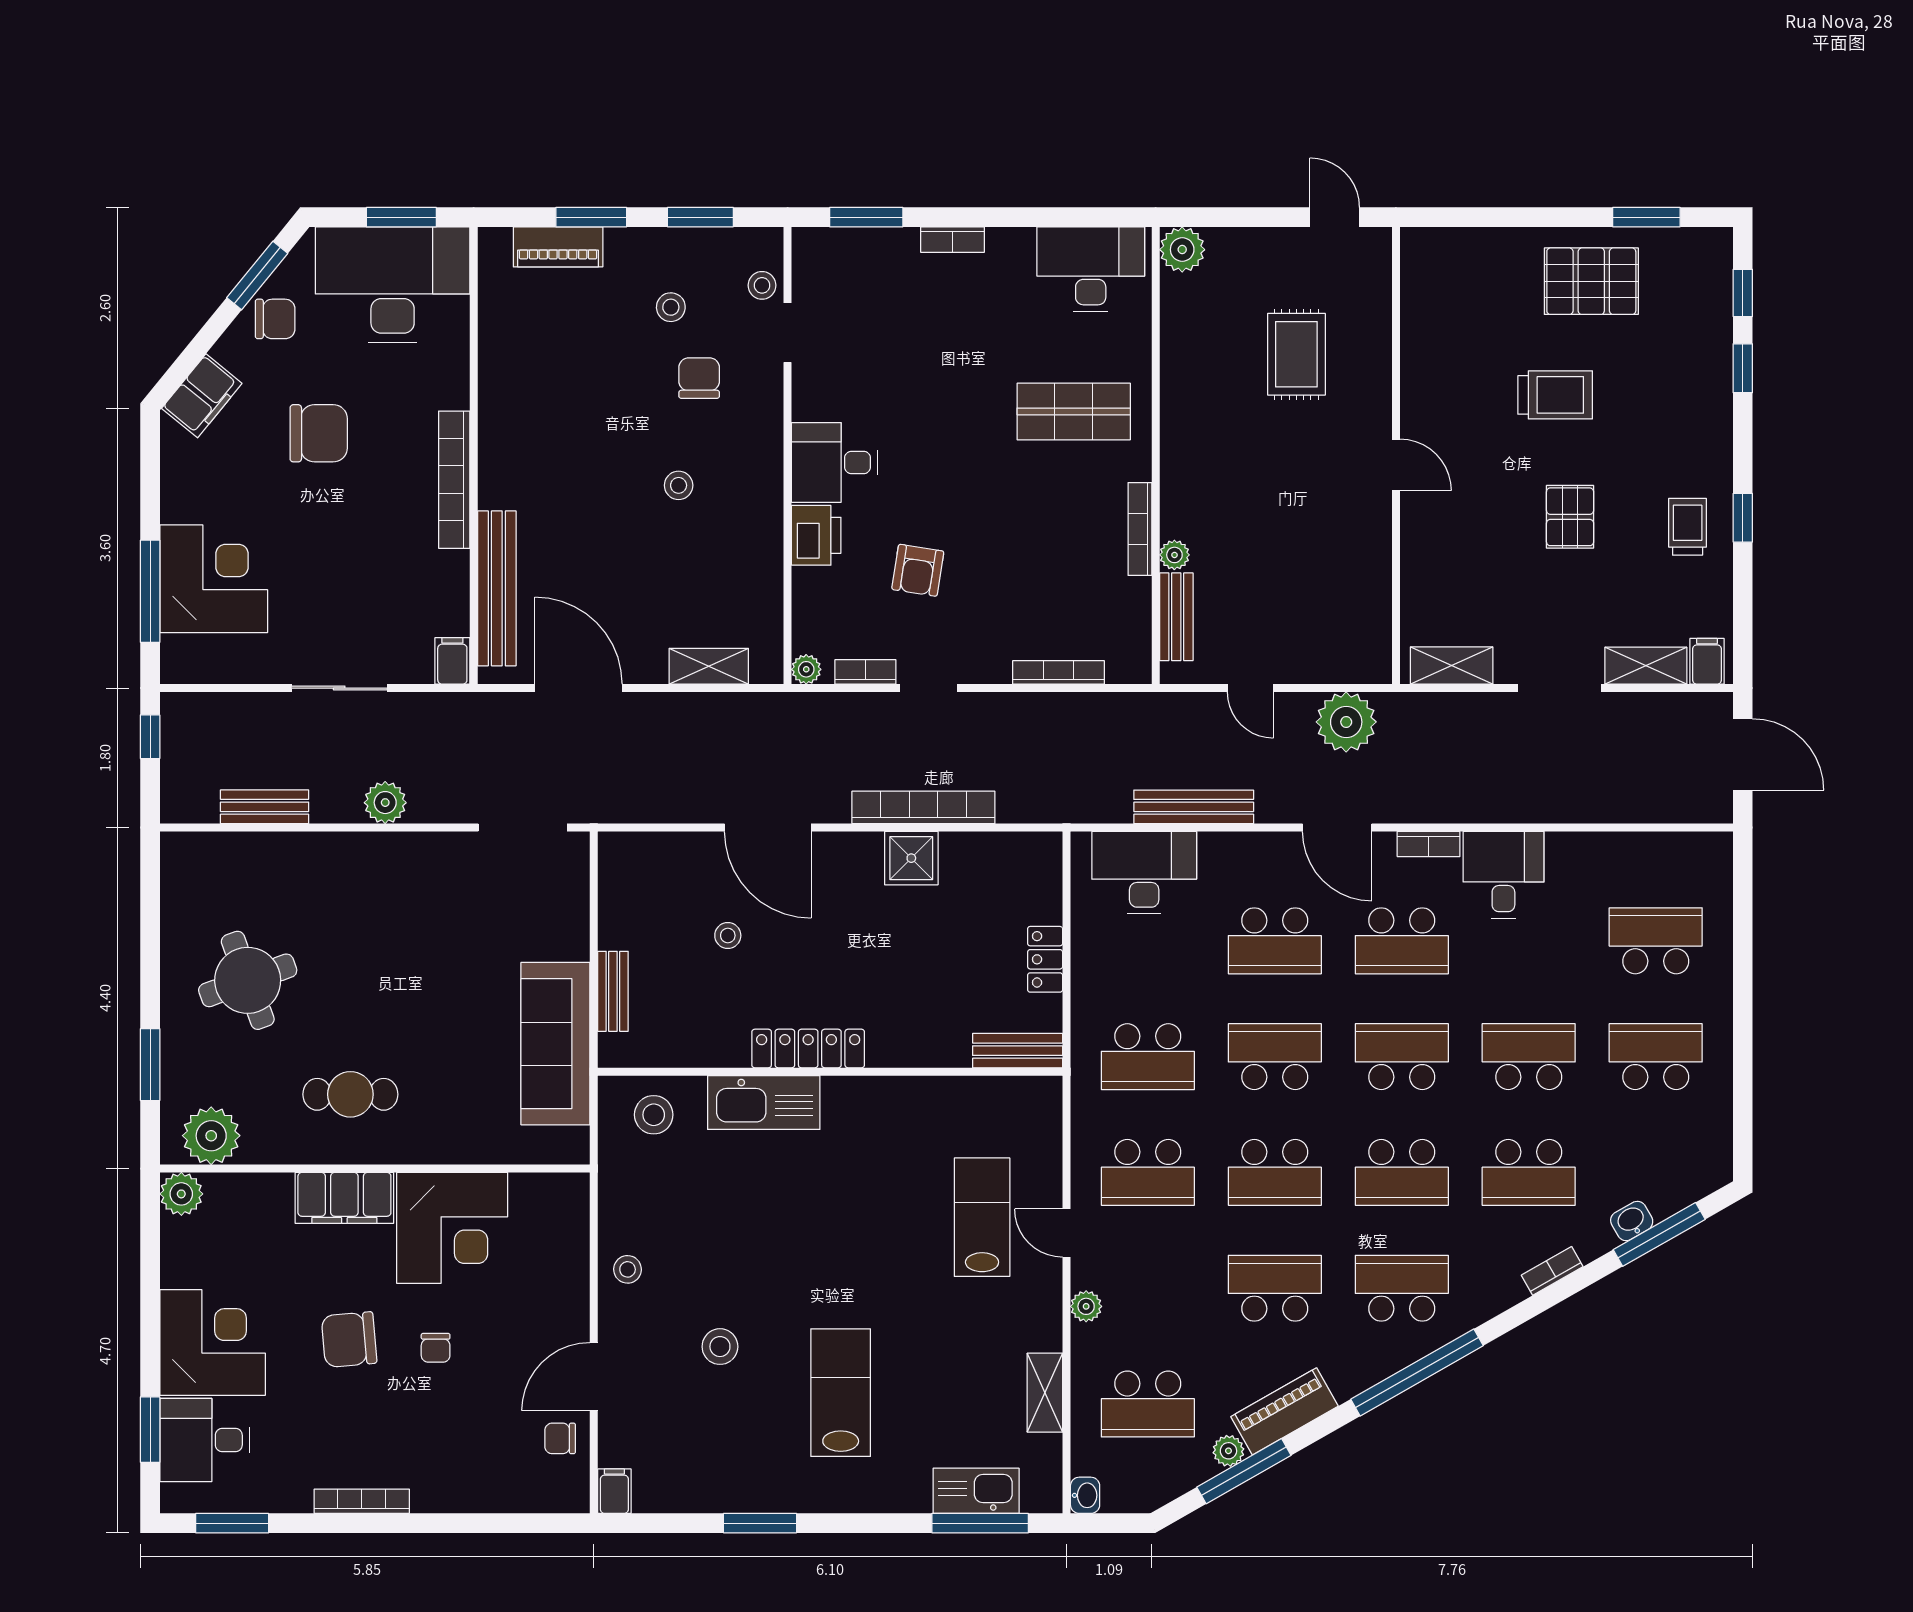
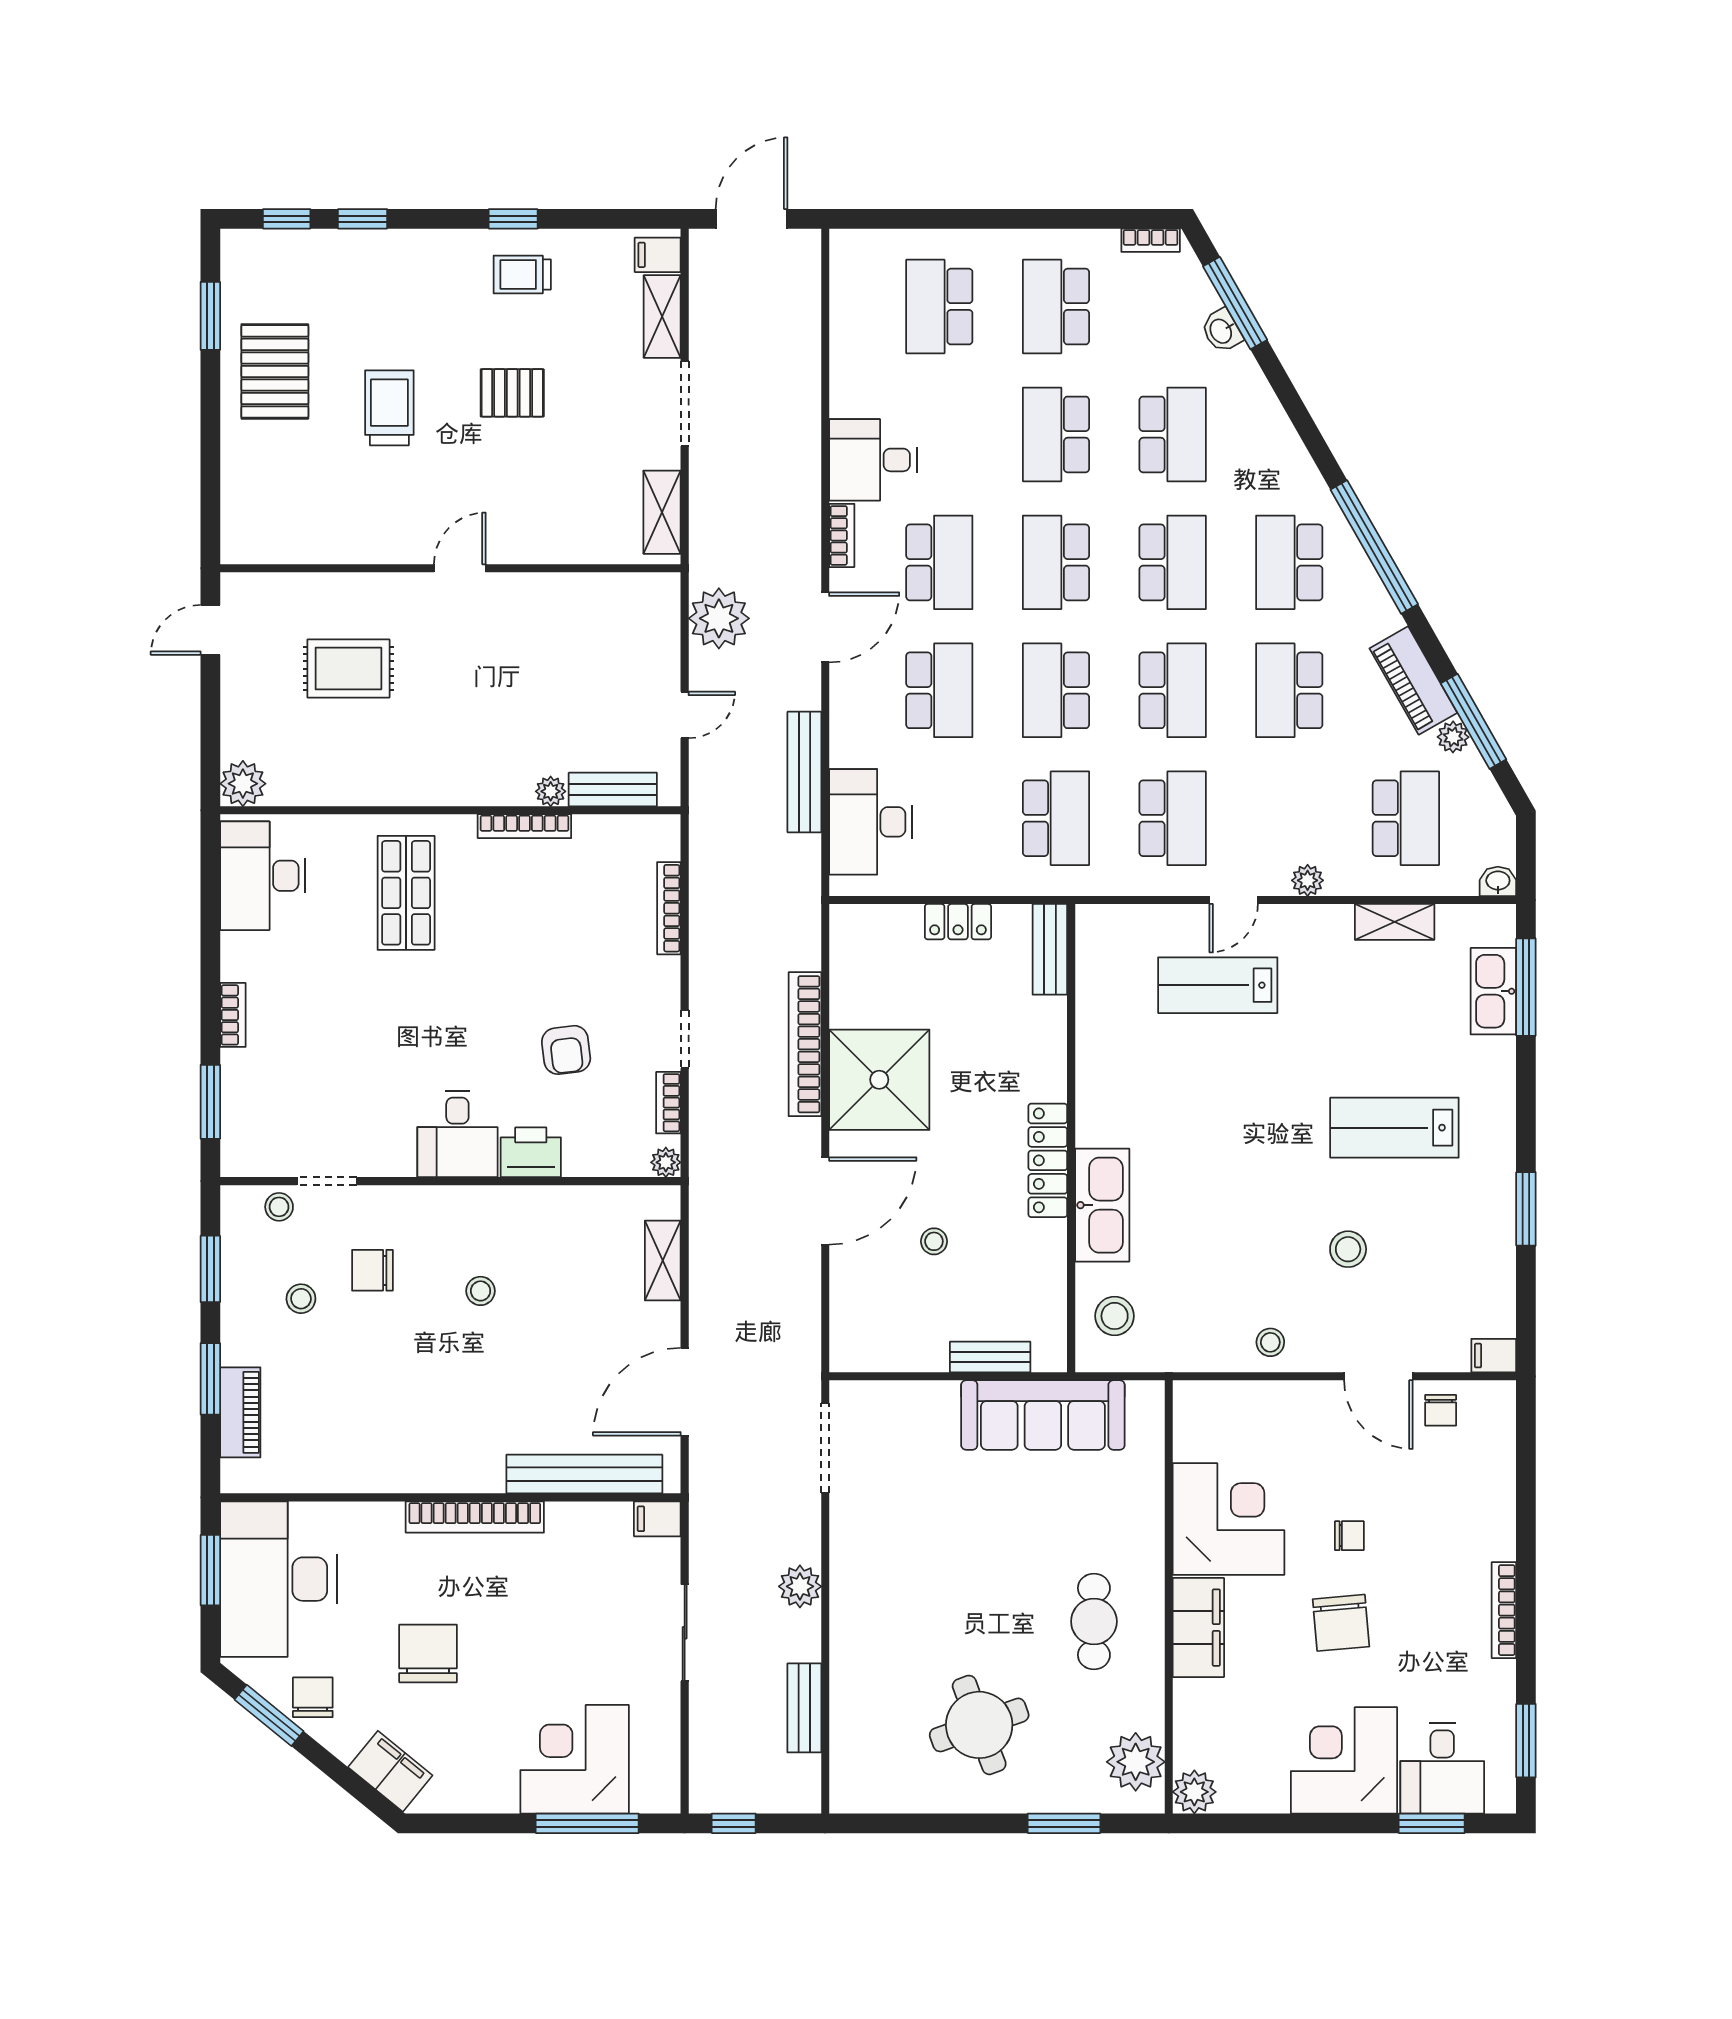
armchair: (918, 570) -> (566, 1050), turned 74
shower: (911, 858) -> (879, 1080), width x1.86, depth x1.86
bookcase: (1552, 1271) -> (1151, 240), moved, turned -60

